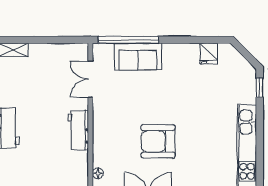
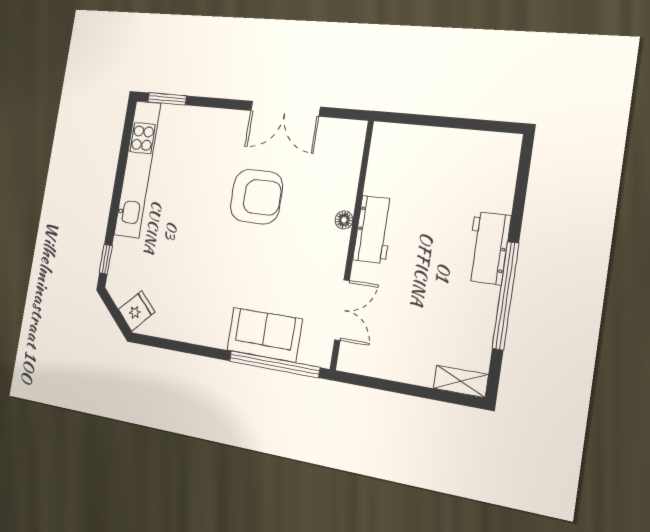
fridge: (209, 54) -> (137, 311), moved, turned 45
floor lamp: (98, 173) -> (344, 220), moved

